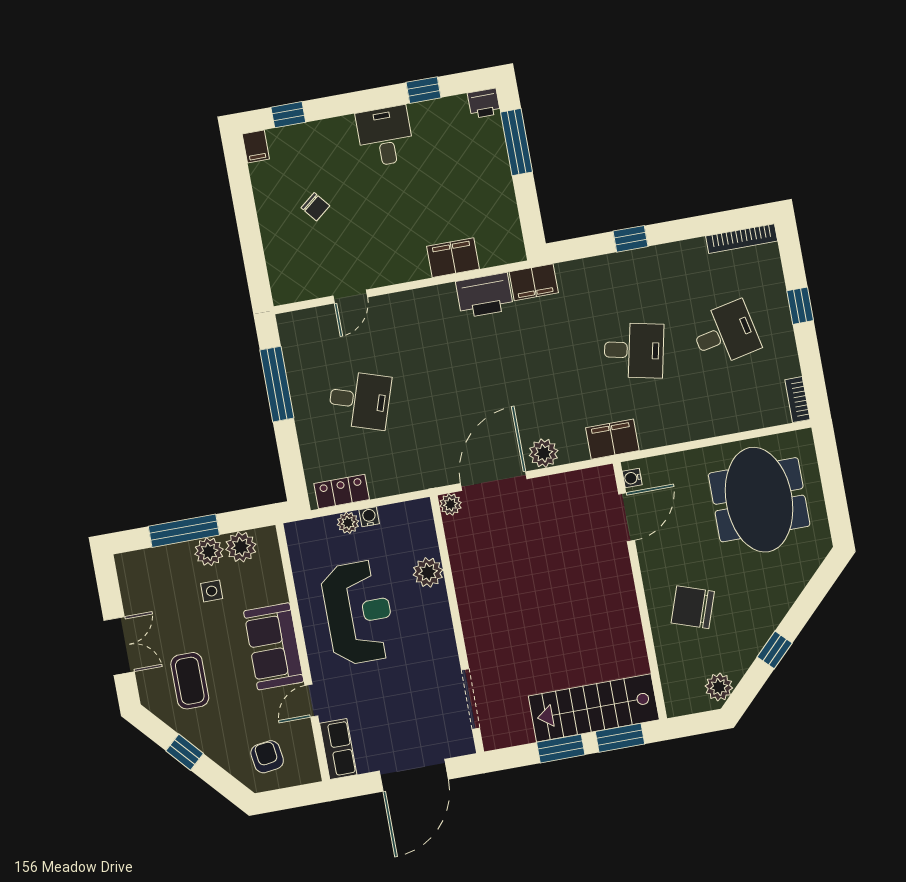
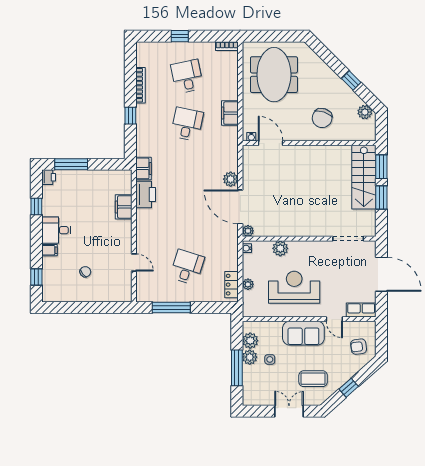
filing cabinet: (256, 146) -> (49, 250), moved
bookcase: (742, 239) -> (140, 85), moved
filing cabinet: (612, 439) -> (230, 113), moved
meeting table: (759, 500) -> (274, 75), turned 90
water cooler: (369, 517) -> (247, 248), moved

